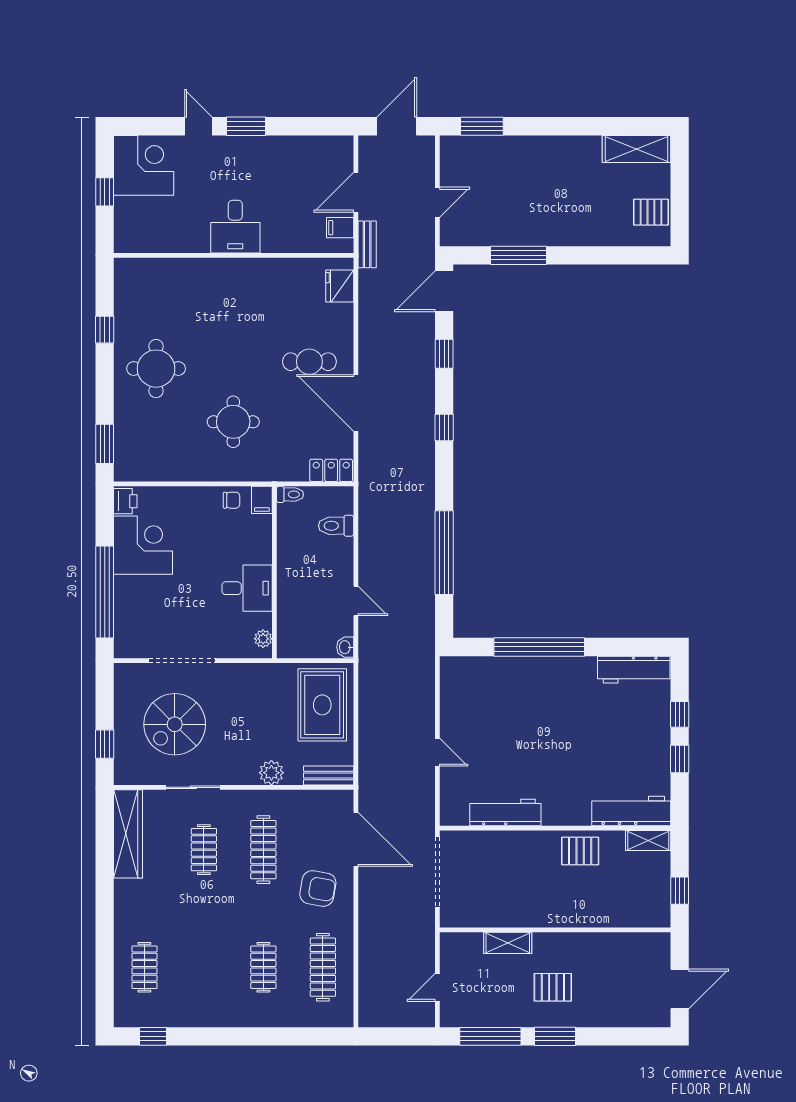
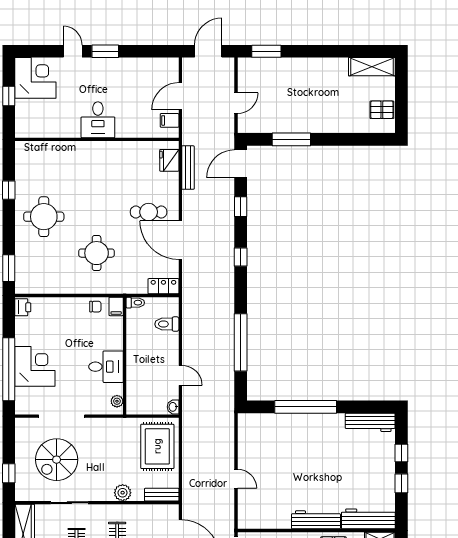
bench: (367, 244) -> (188, 168), moved, width x1.36
corner desk: (143, 545) -> (35, 366), moved
workbench: (505, 812) -> (316, 520), moved

